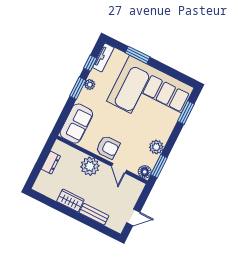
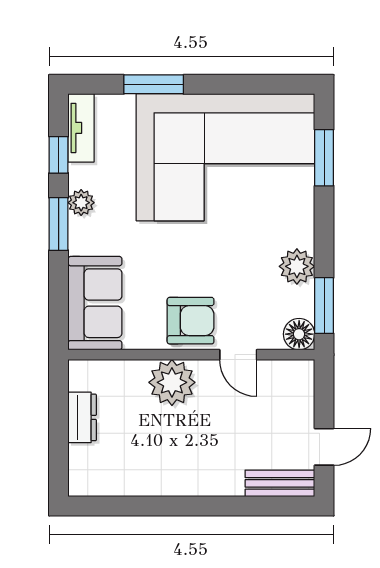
wardrobe: (70, 200) -> (167, 479), removed
bench: (94, 214) -> (280, 483), moved

